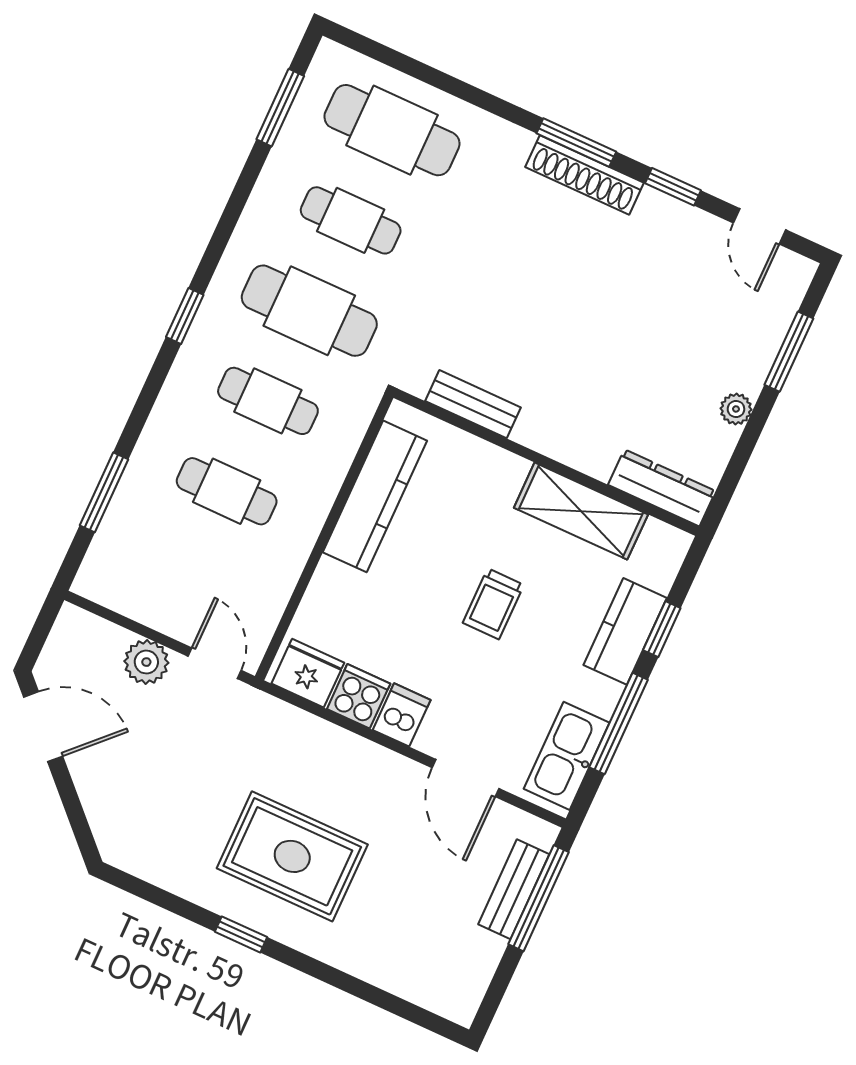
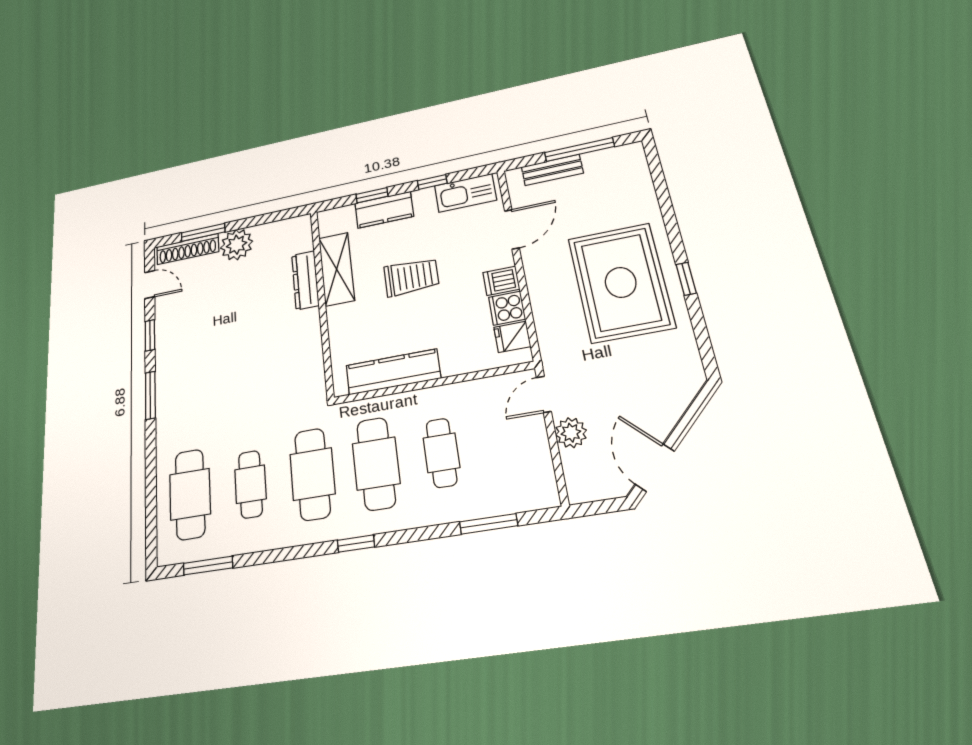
shoe rack: (585, 175) -> (188, 249), moved, turned 90
door: (760, 226) -> (150, 285), hinge flipped
cafe table: (268, 401) -> (376, 463), width x1.37, depth x1.35
bench: (473, 404) -> (313, 356), removed
plant: (736, 409) -> (237, 245), width x1.88, depth x1.88
dresser: (662, 488) -> (305, 280), moved
trolley: (493, 604) -> (411, 277), width x1.36, depth x1.39
fridge: (308, 673) -> (512, 337), width x0.72
window: (619, 724) -> (432, 182), width x0.46
rug: (292, 856) -> (621, 282), width x1.37, depth x1.44
window: (539, 898) -> (579, 150), moved

